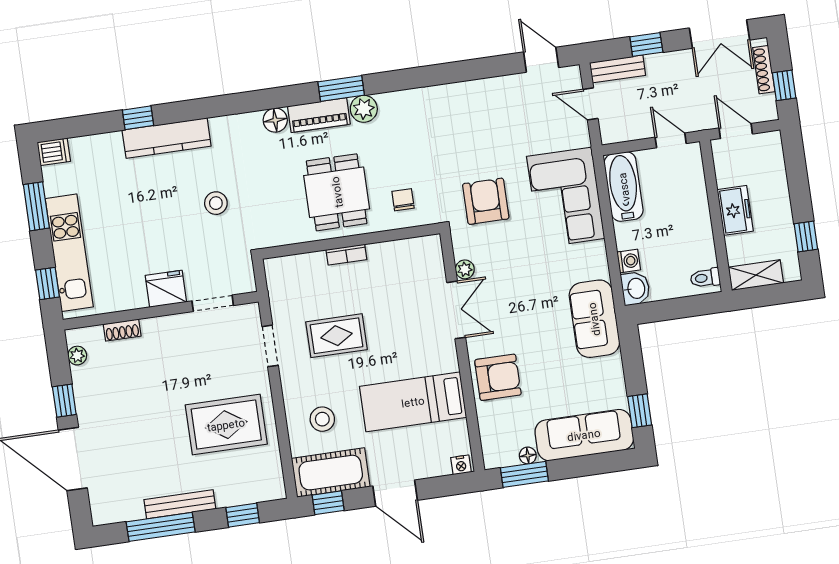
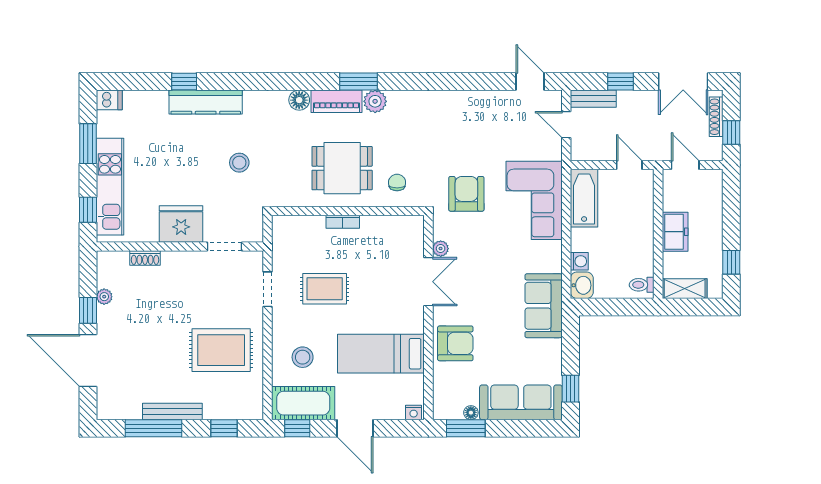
dining table: (337, 192) -> (342, 168), turned 90
fridge: (166, 289) -> (181, 224), width x1.36, depth x1.34
plant: (77, 356) -> (104, 297), moved

